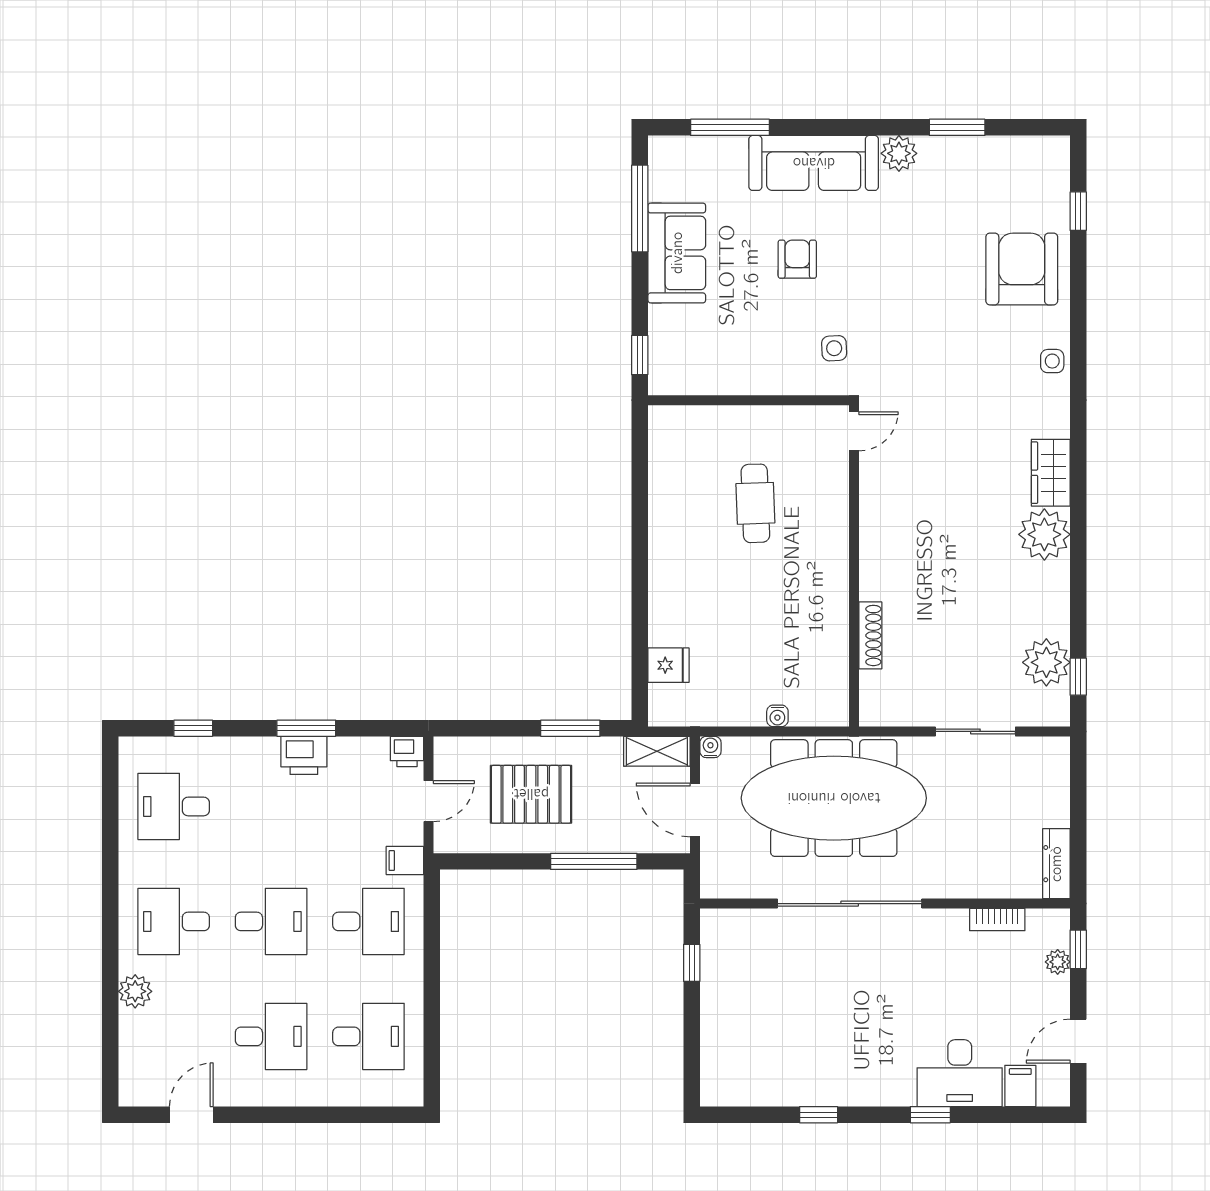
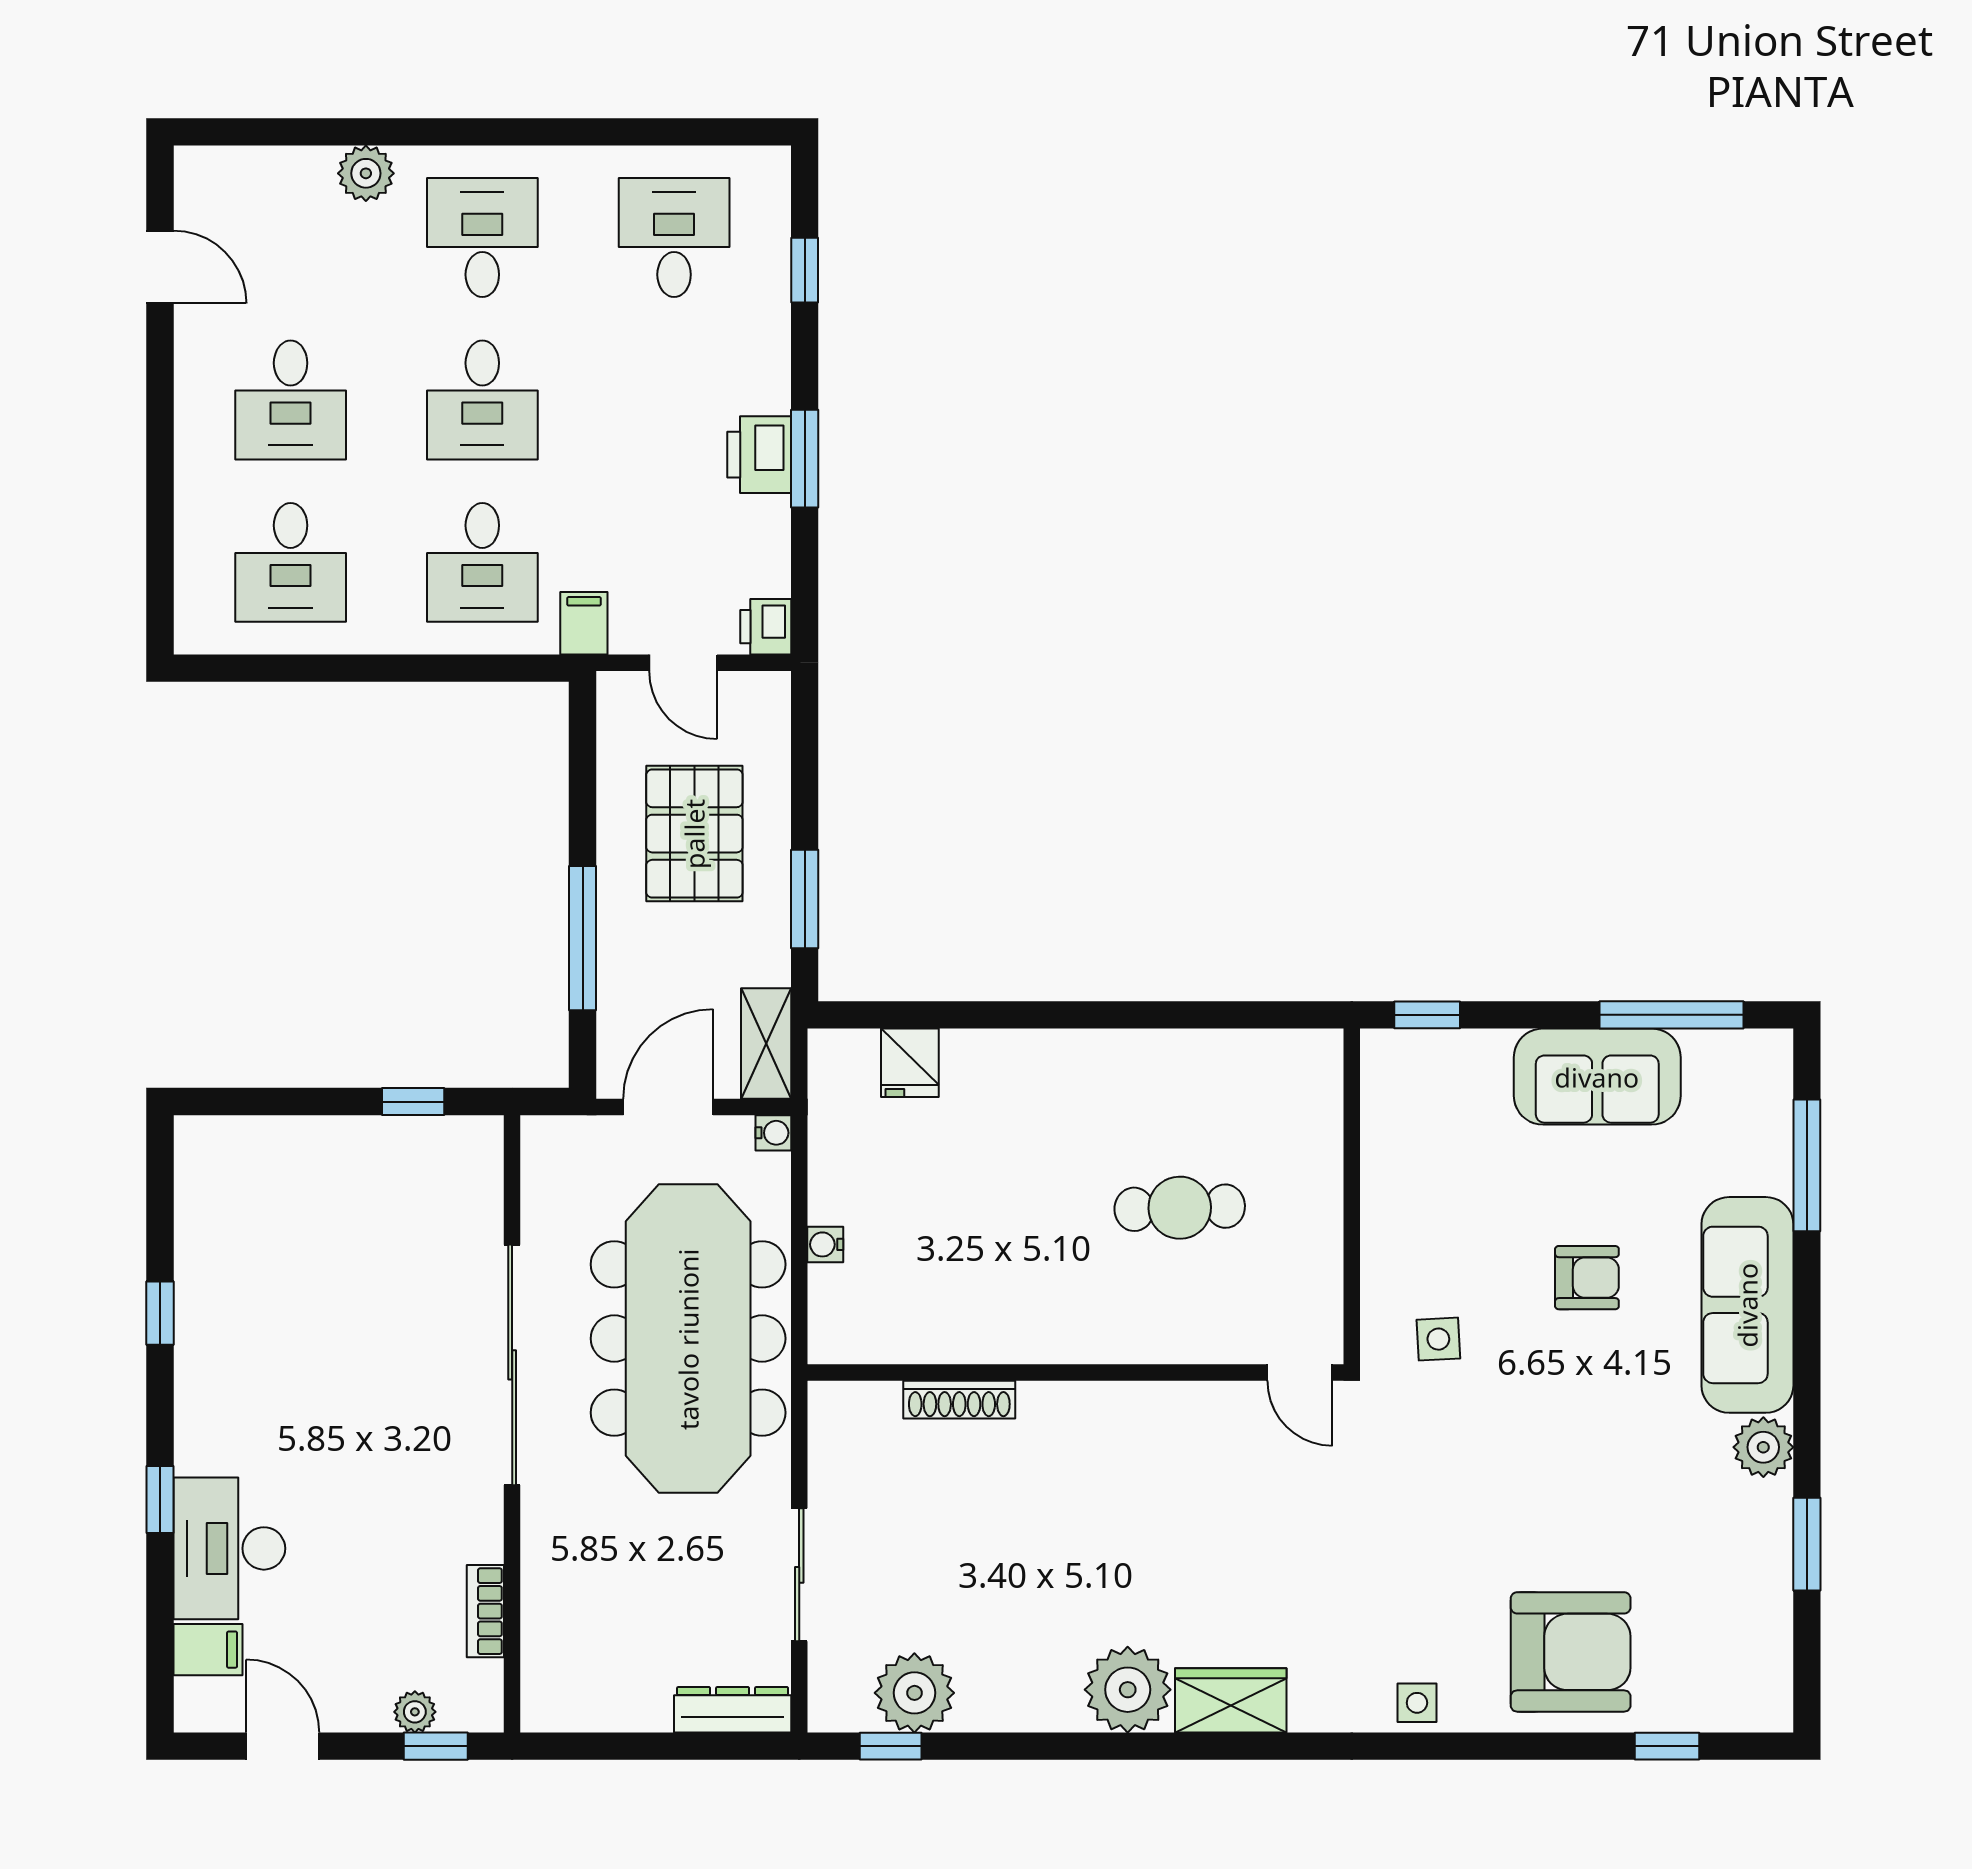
dresser: (1056, 864) -> (733, 1710), moved

